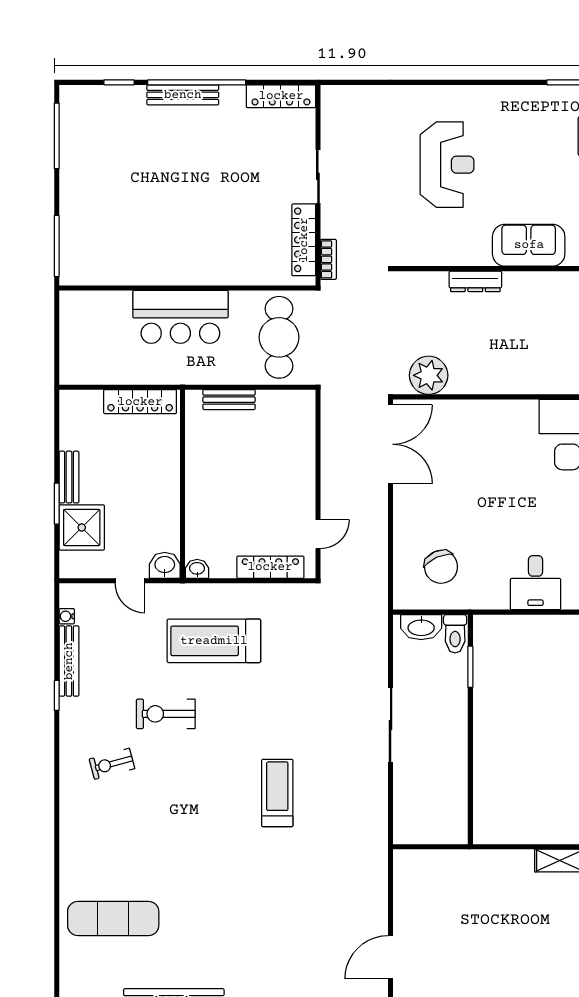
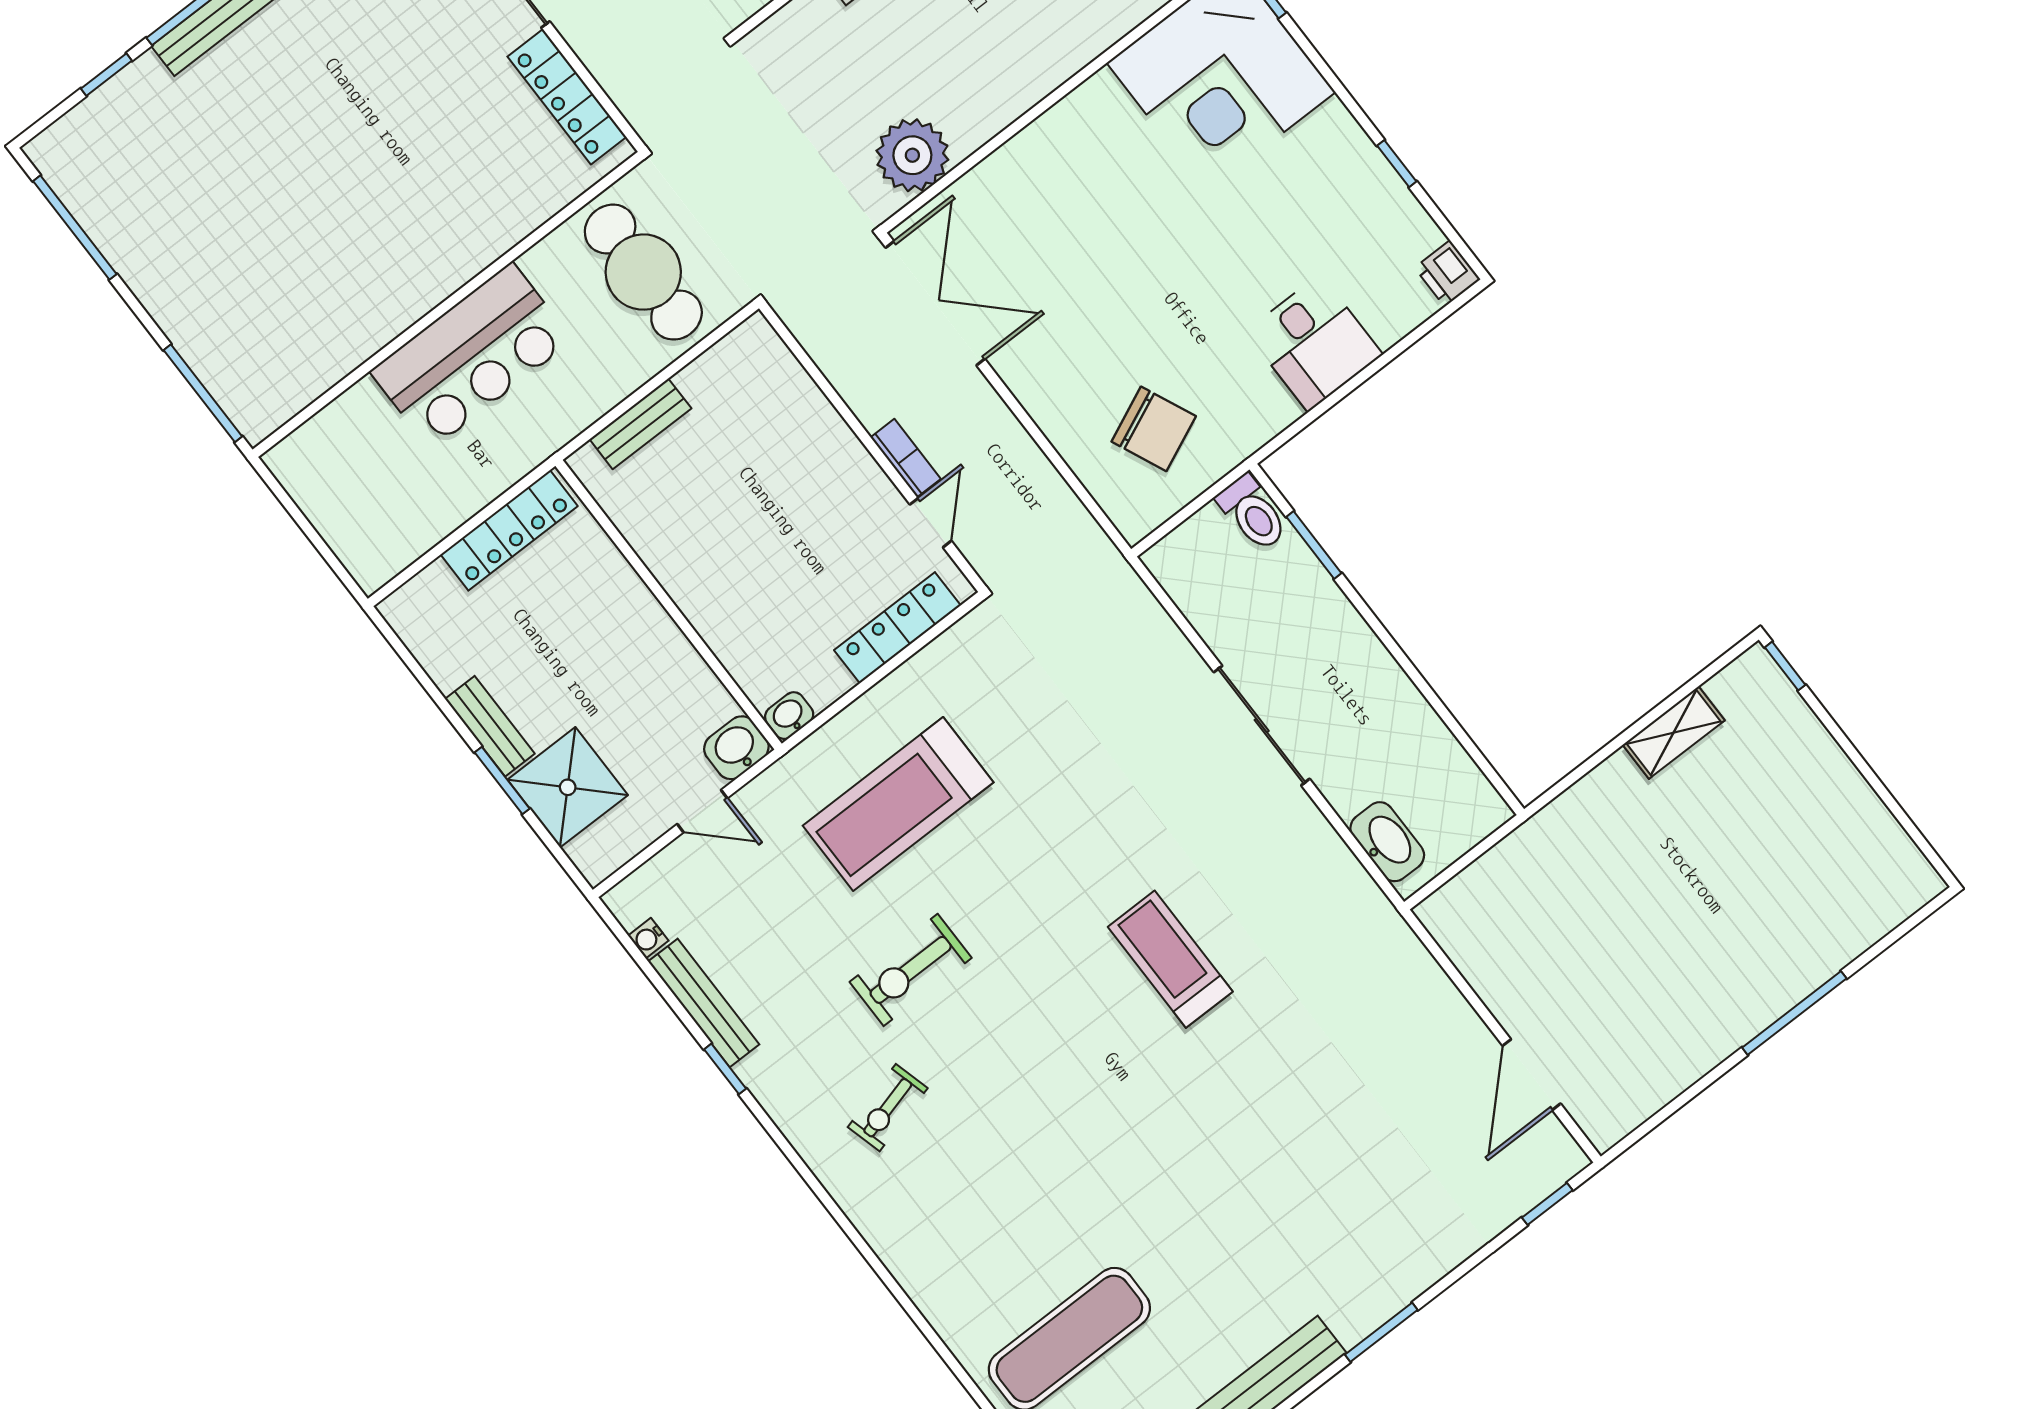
bookcase: (328, 259) -> (906, 458), moved
washbasin: (421, 627) -> (1387, 842), moved, turned -90

